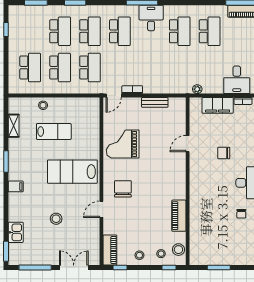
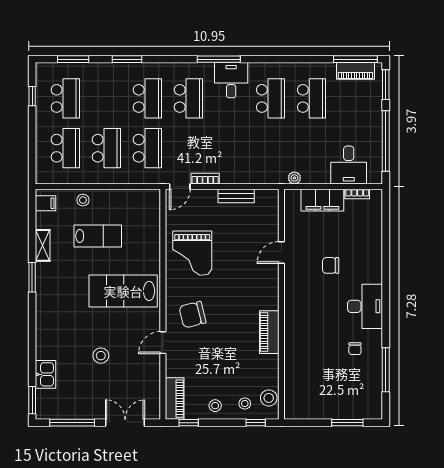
school desk: (60, 31) -> (65, 98), moved
shelving: (14, 126) -> (43, 245), moved
grand piano: (123, 144) -> (192, 253), turned -90
filing cabinet: (16, 186) -> (45, 203), moved
chair: (123, 189) -> (193, 315), turned -104
piano: (179, 216) -> (269, 332), moved
window: (219, 268) -> (347, 423), moved

